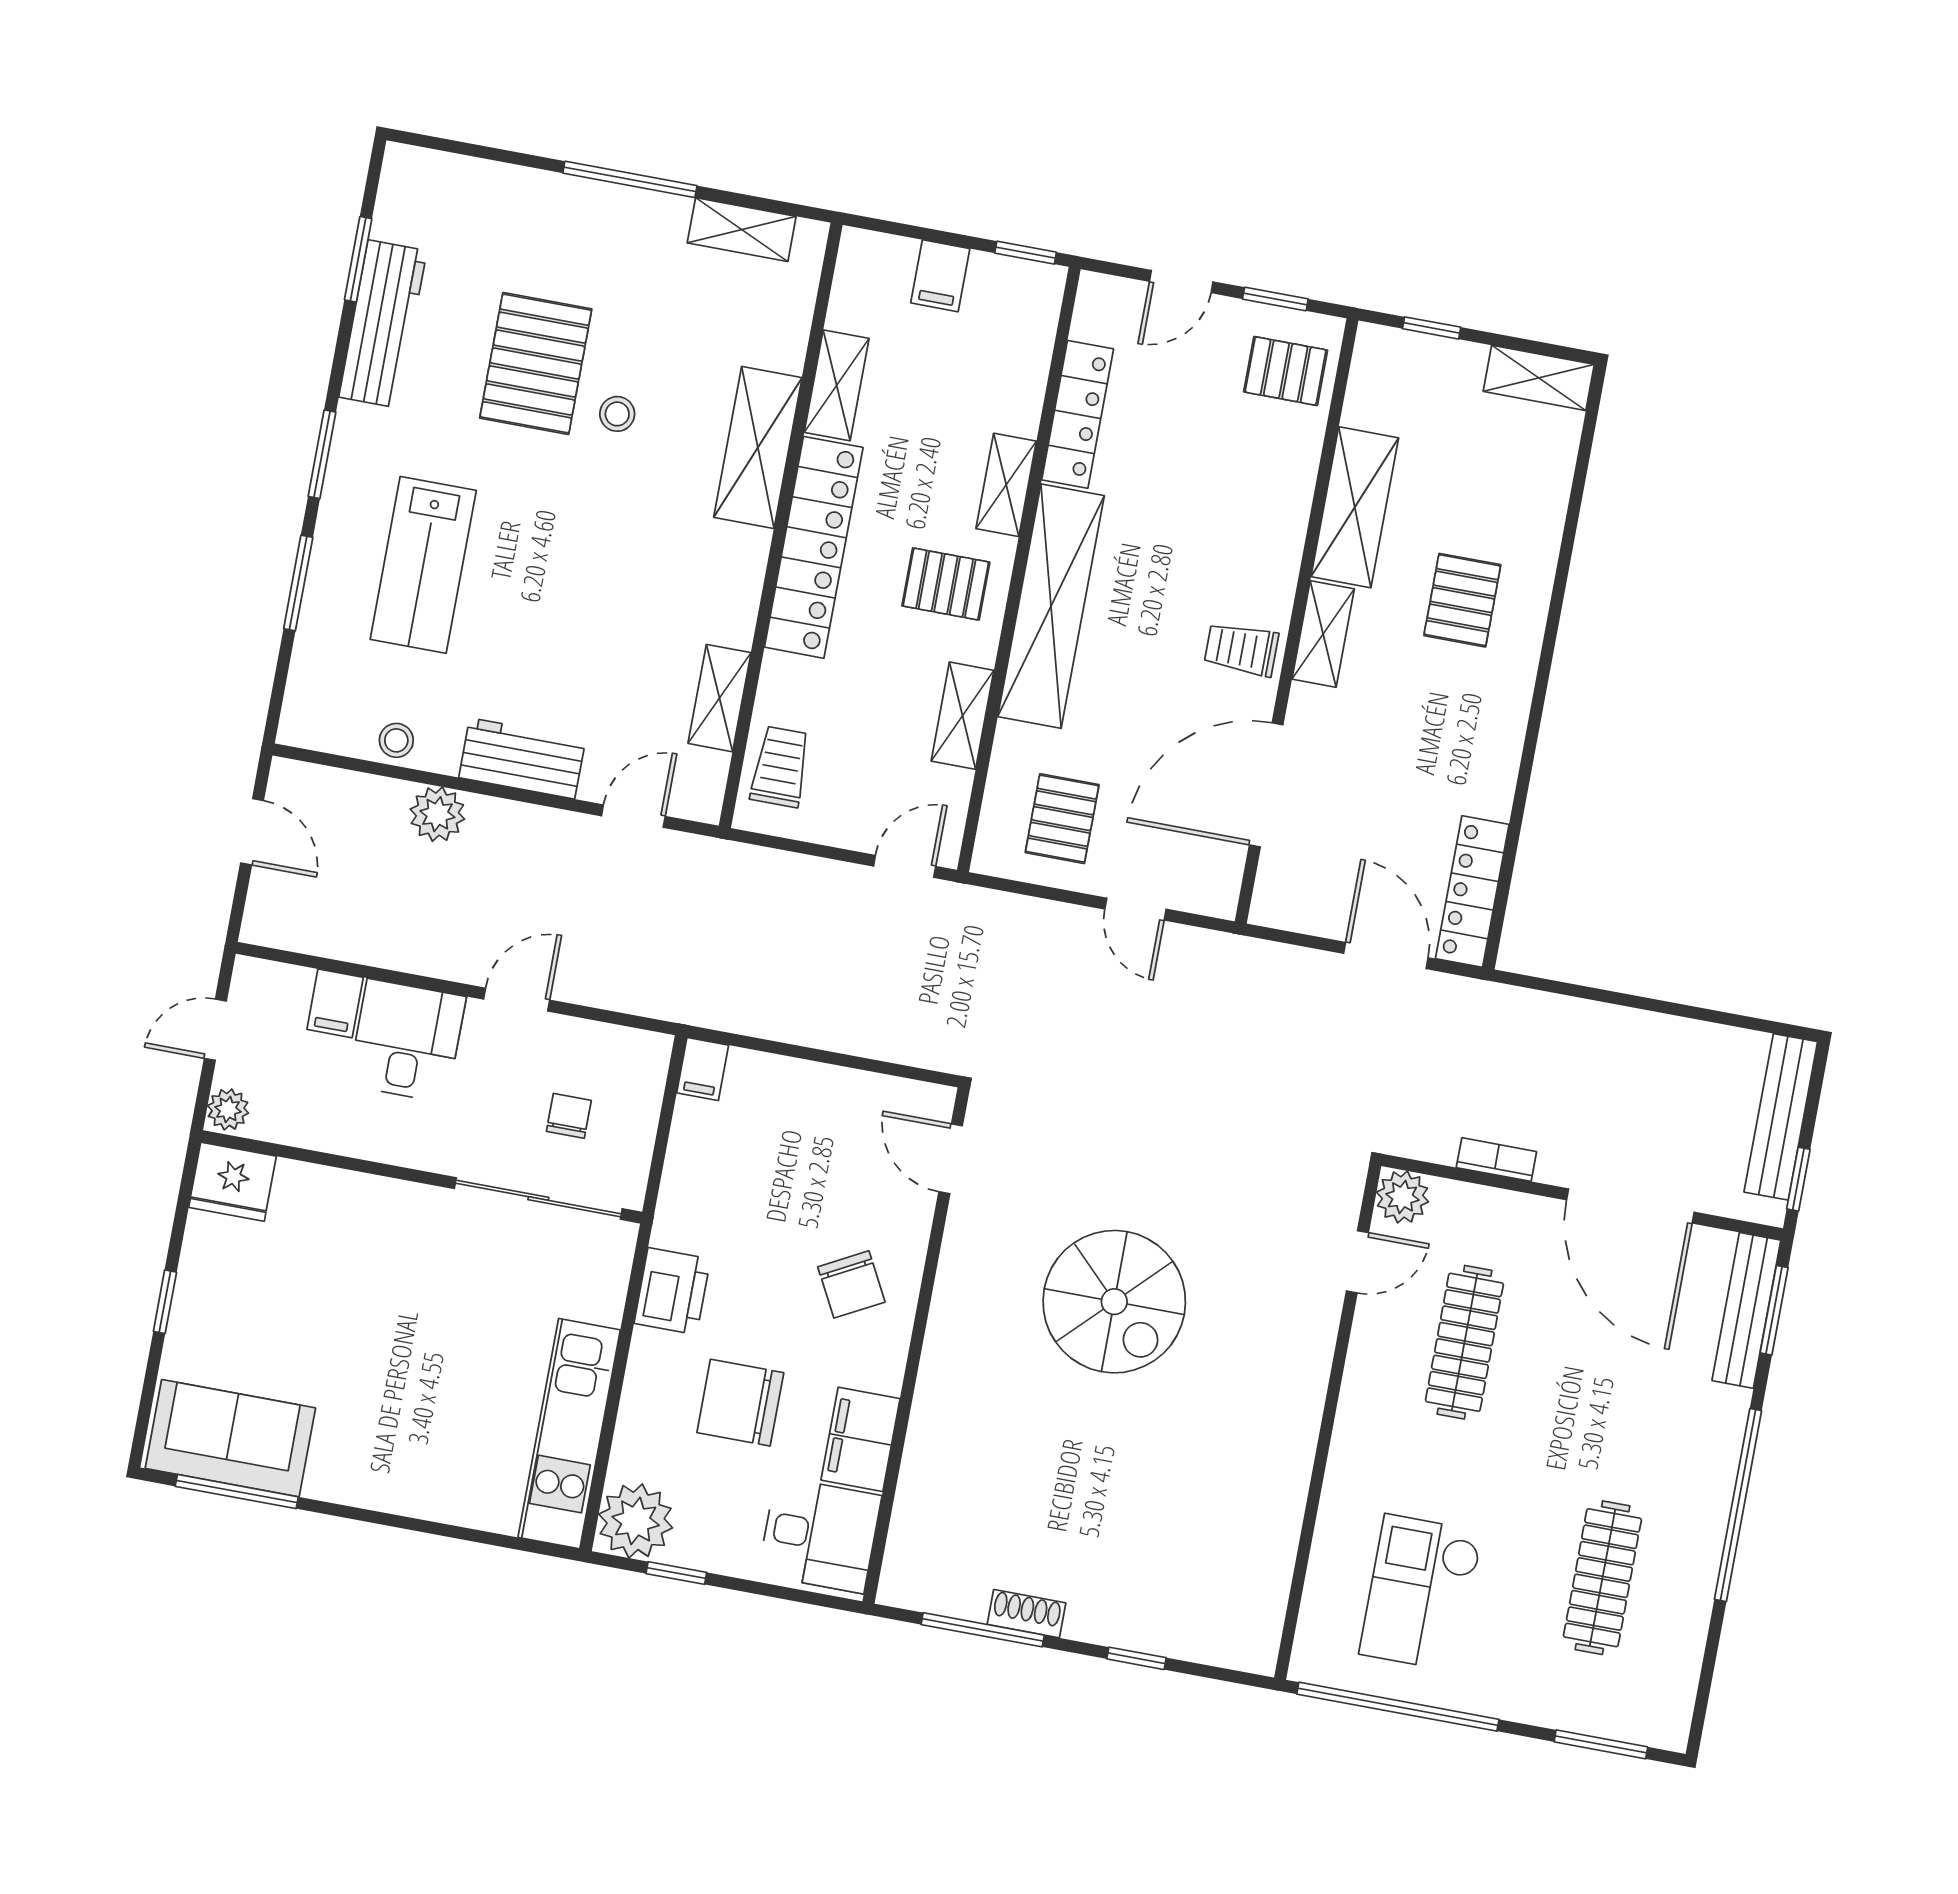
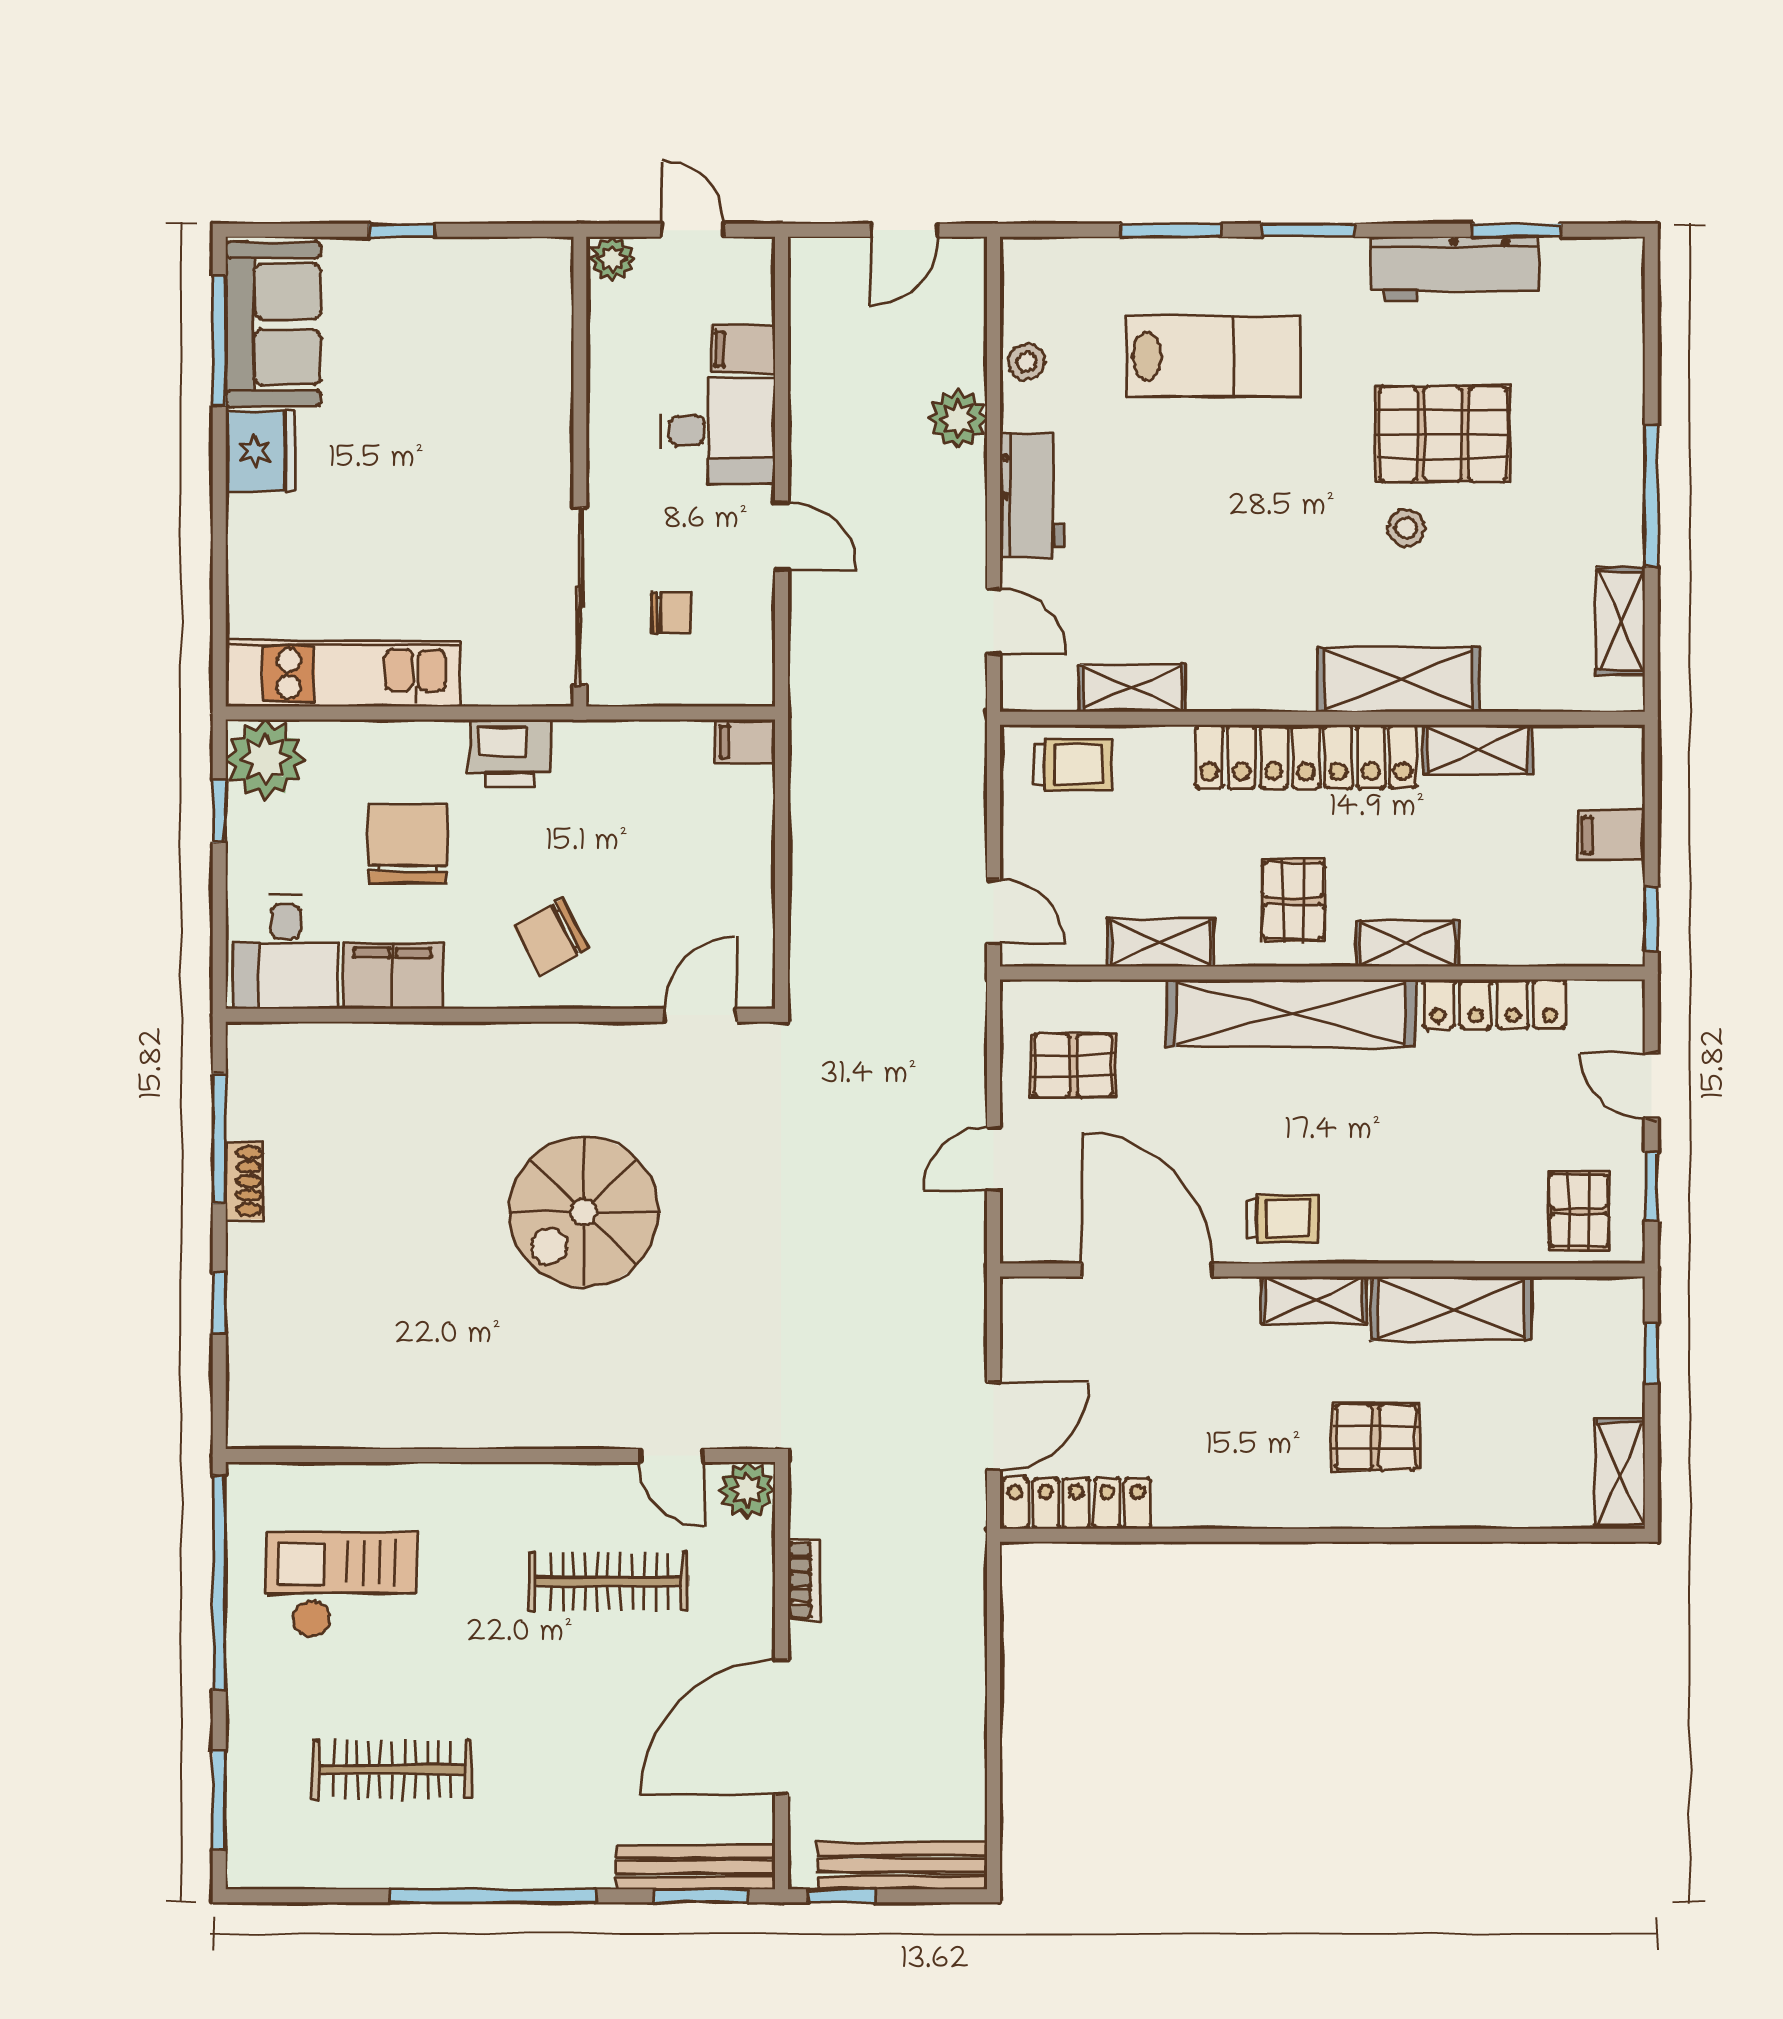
lab bench: (423, 565) -> (1213, 356), turned 180
trolley: (1241, 649) -> (1283, 1218), turned 90
fridge: (232, 1182) -> (260, 451), moved, turned 180

